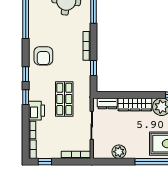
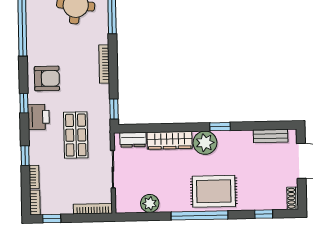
armchair: (43, 56) -> (47, 78), turned -90
window: (93, 68) -> (114, 109), moved
window: (26, 97) -> (25, 156), moved
printer: (37, 111) -> (39, 117), moved

